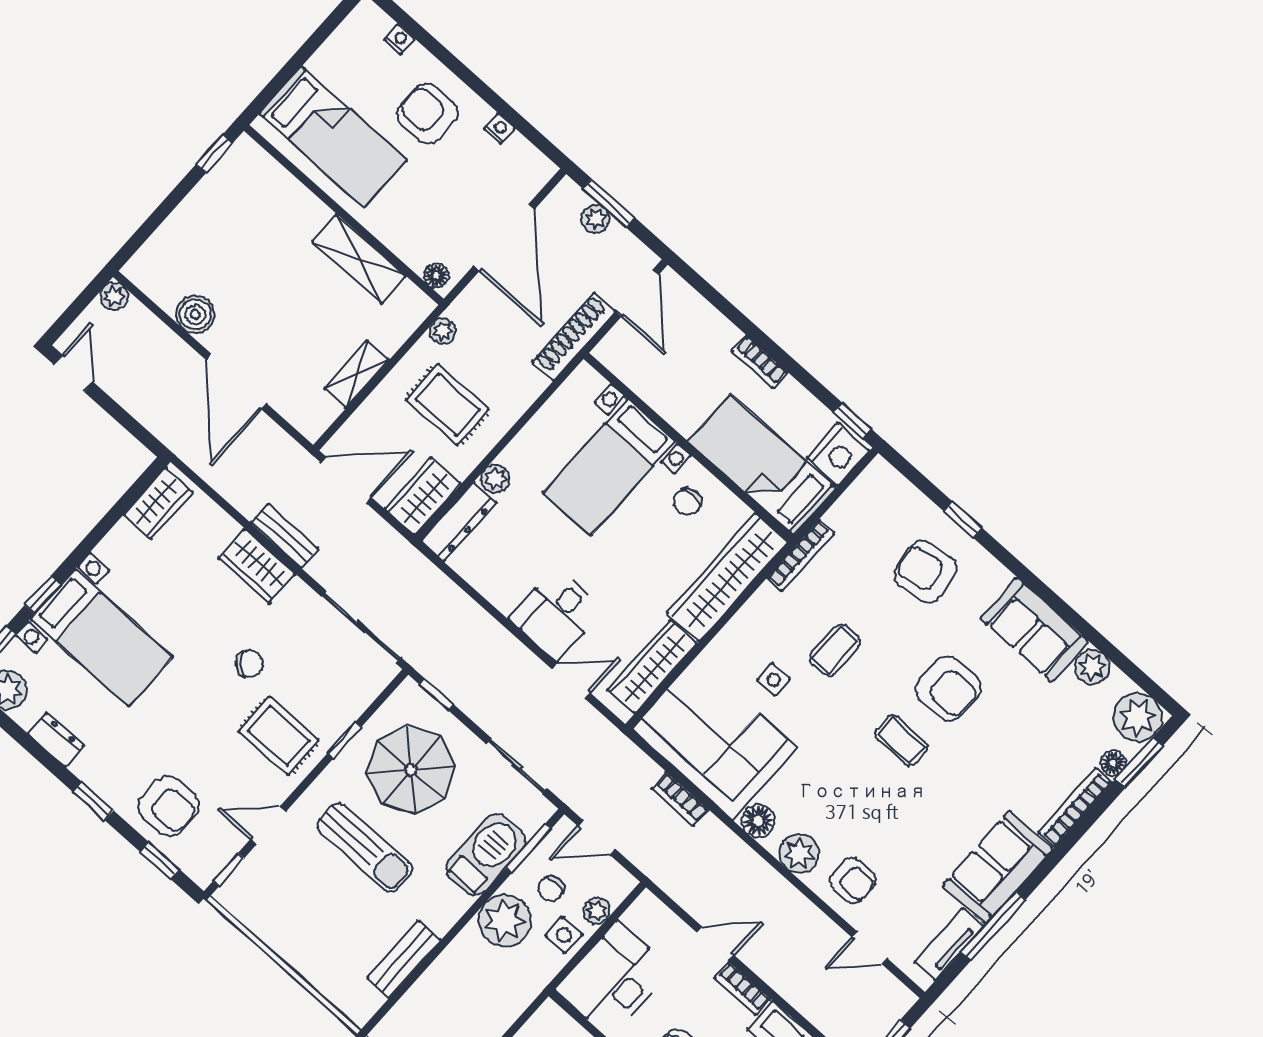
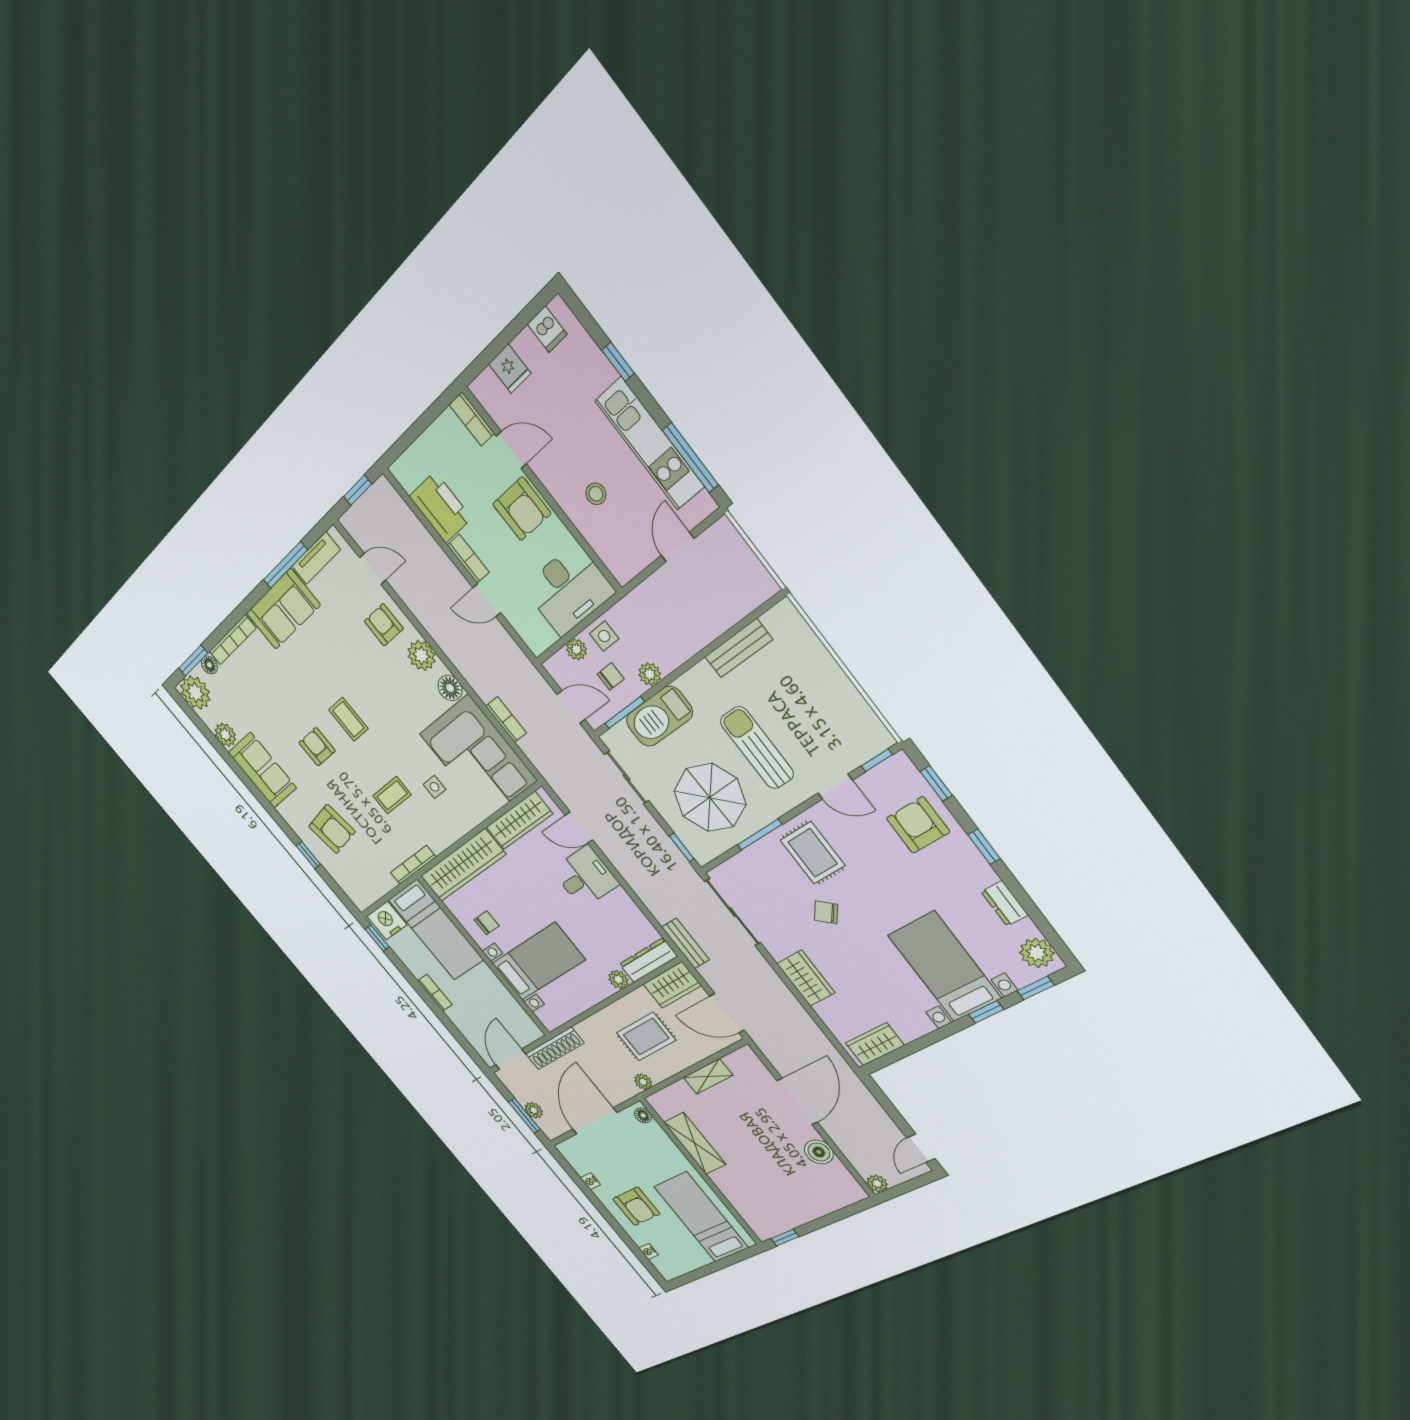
rug: (447, 405) -> (646, 1037), turned 90
bench: (285, 536) -> (686, 943), moved
armchair: (948, 689) -> (317, 747), width x0.72, depth x0.72
window: (344, 740) -> (760, 835), width x1.50
plant: (505, 920) -> (650, 674), width x0.53, depth x0.53

